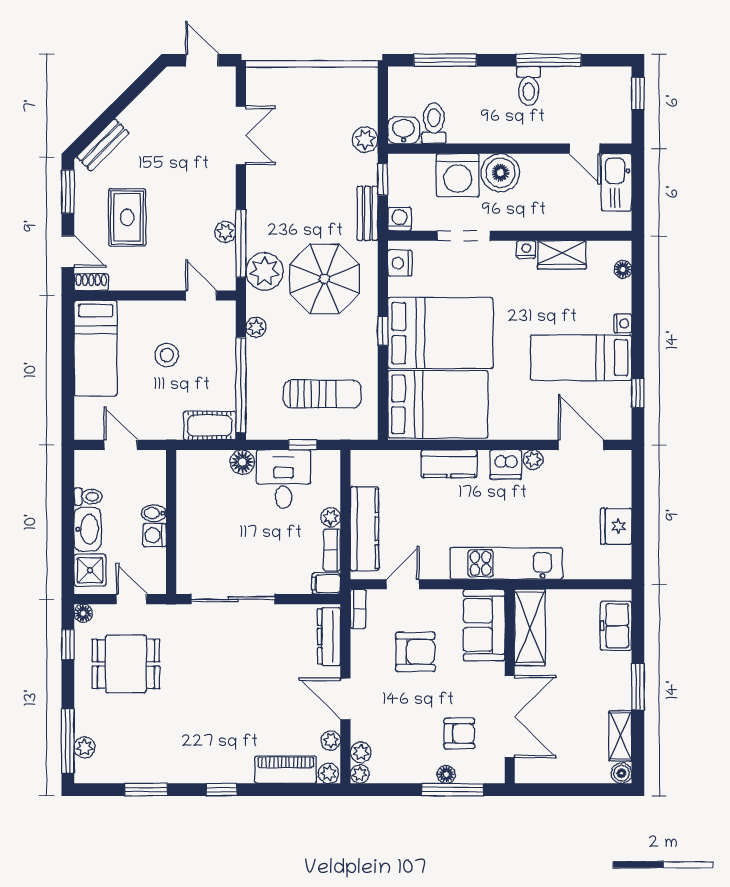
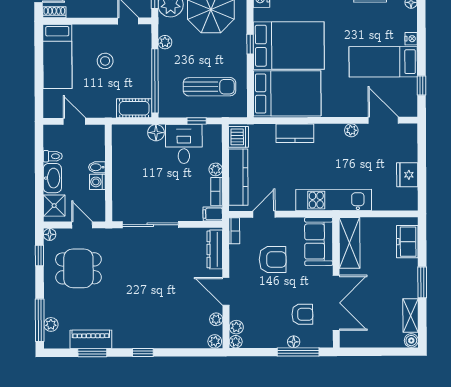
dishwasher: (506, 464) -> (239, 137), moved, turned -90
piano: (286, 770) -> (91, 339), moved

